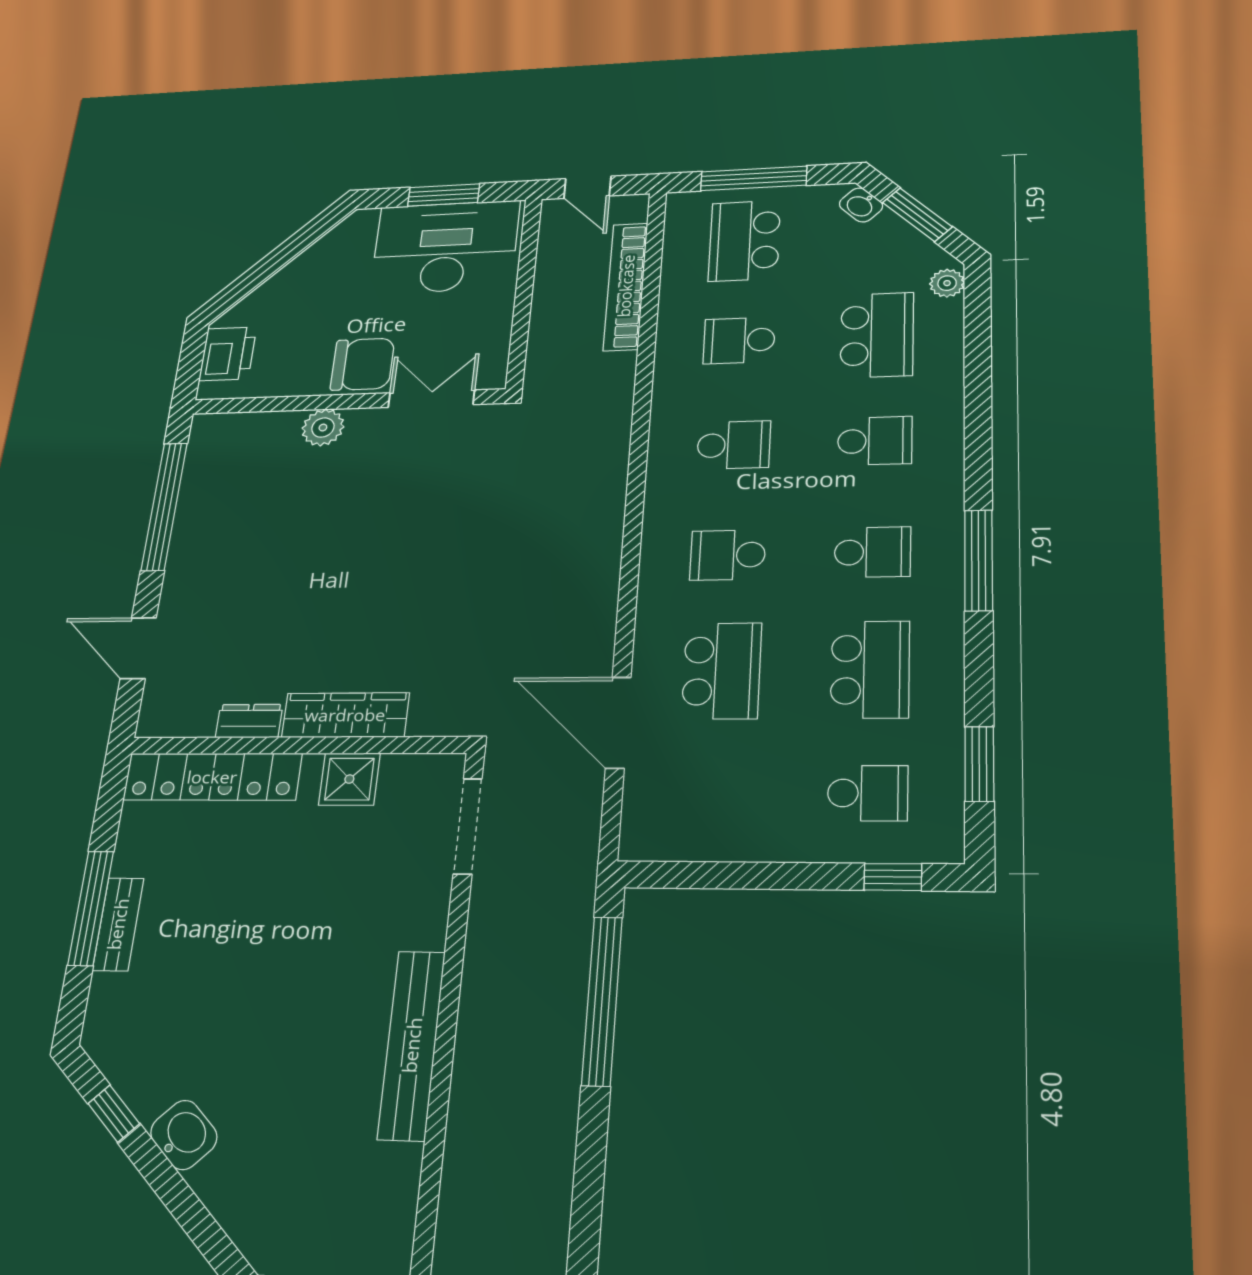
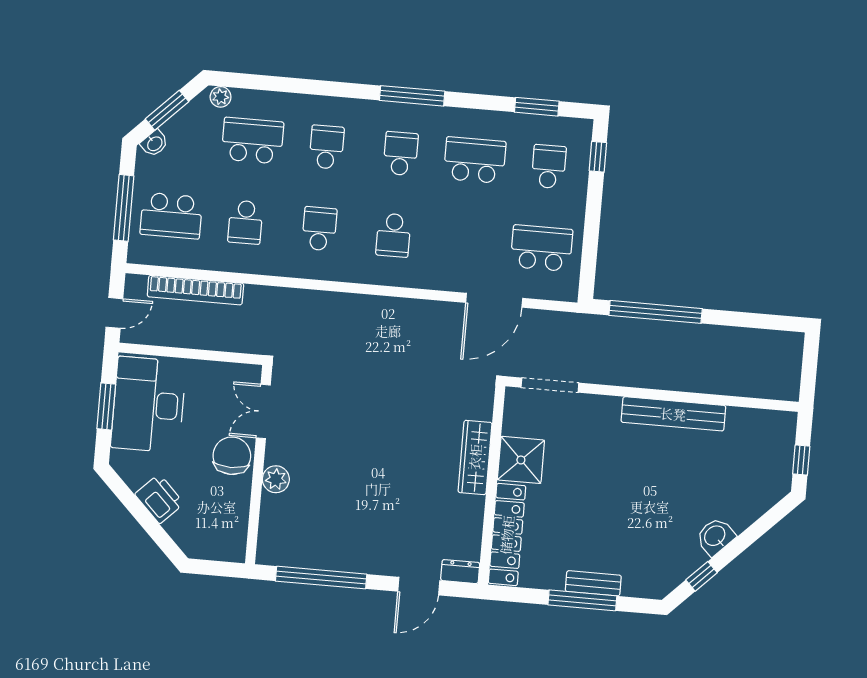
printer: (228, 354) -> (159, 499), moved, turned 45
school desk: (722, 671) -> (542, 248), moved
dresser: (249, 721) -> (460, 572), moved, turned 90
shower: (349, 779) -> (521, 460), width x1.36, depth x1.36

